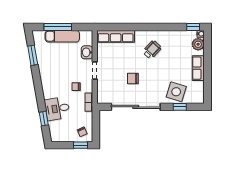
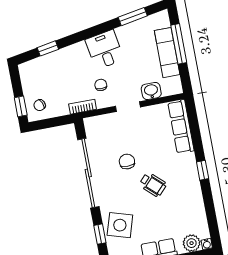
window: (193, 27) -> (203, 170), moved
wheelchair: (152, 50) -> (153, 184), moved
desk: (57, 109) -> (105, 50), moved

